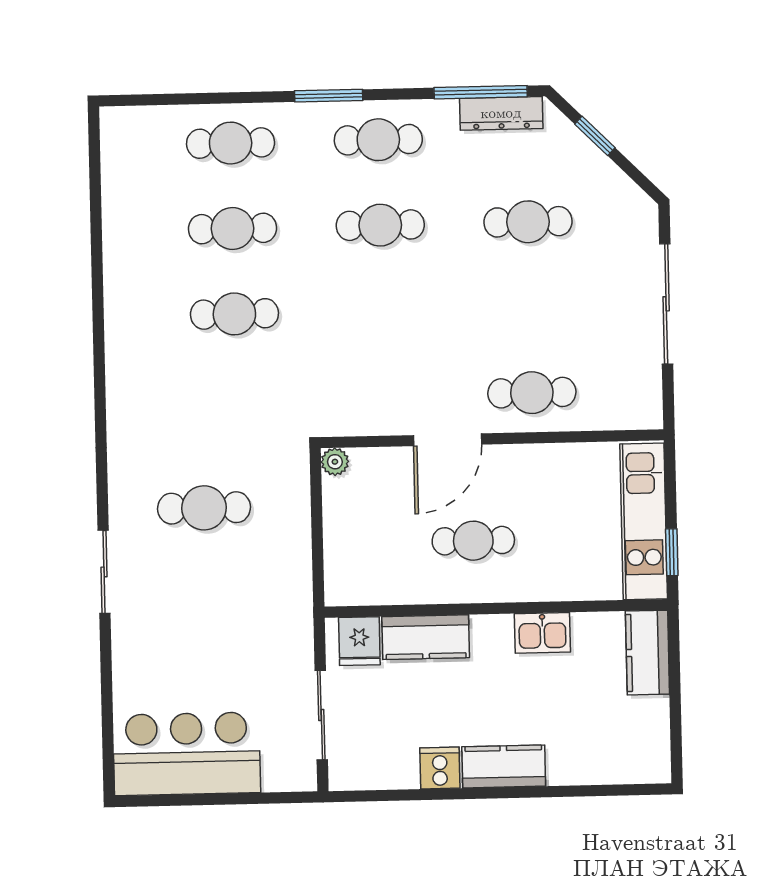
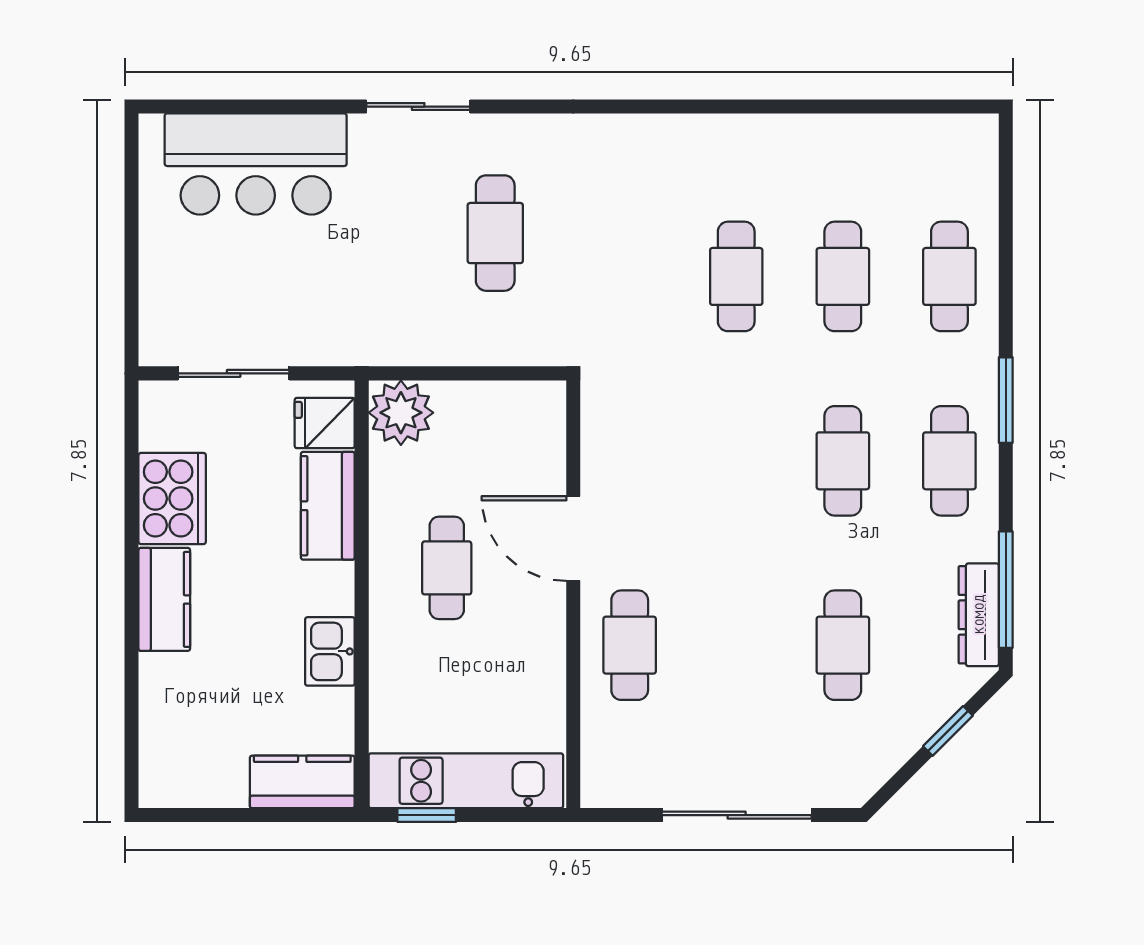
plant: (335, 462) -> (401, 413), moved, width x1.87, depth x1.87
bar counter: (187, 754) -> (256, 164), moved, turned 90
cooker: (440, 768) -> (172, 499), width x1.87, depth x1.31

